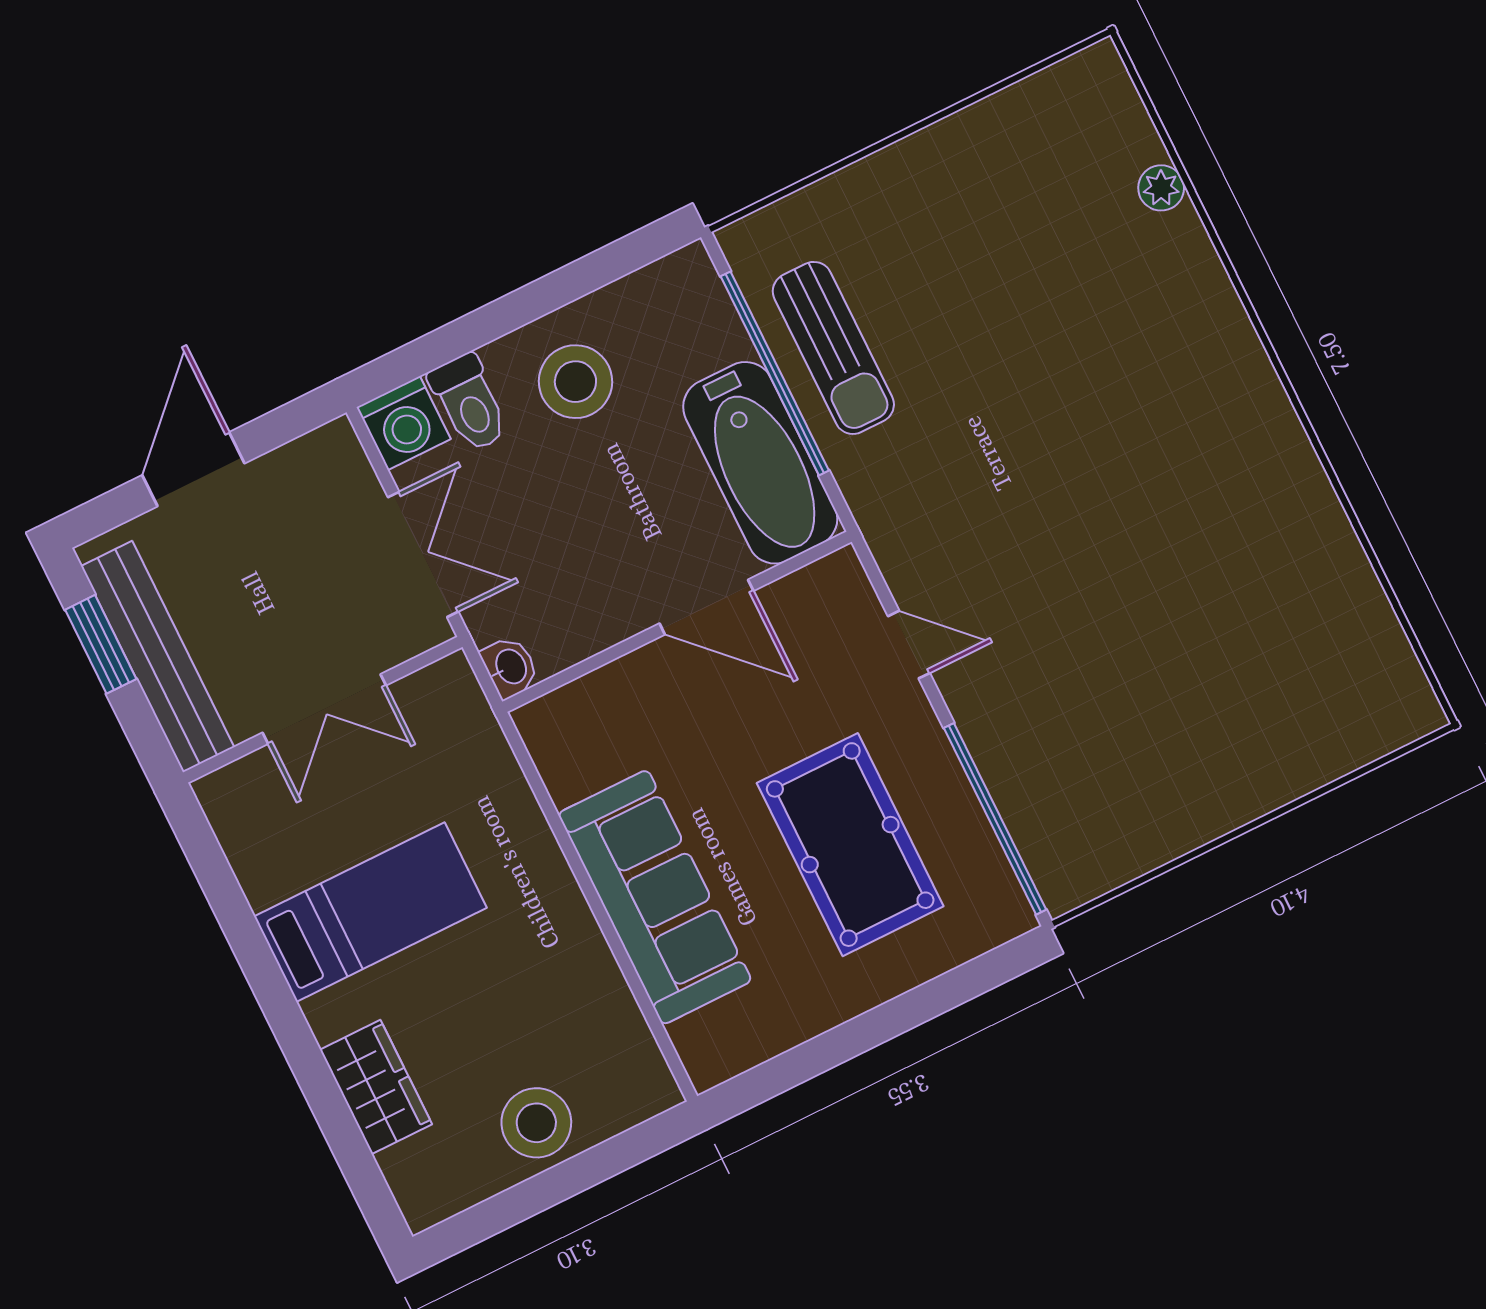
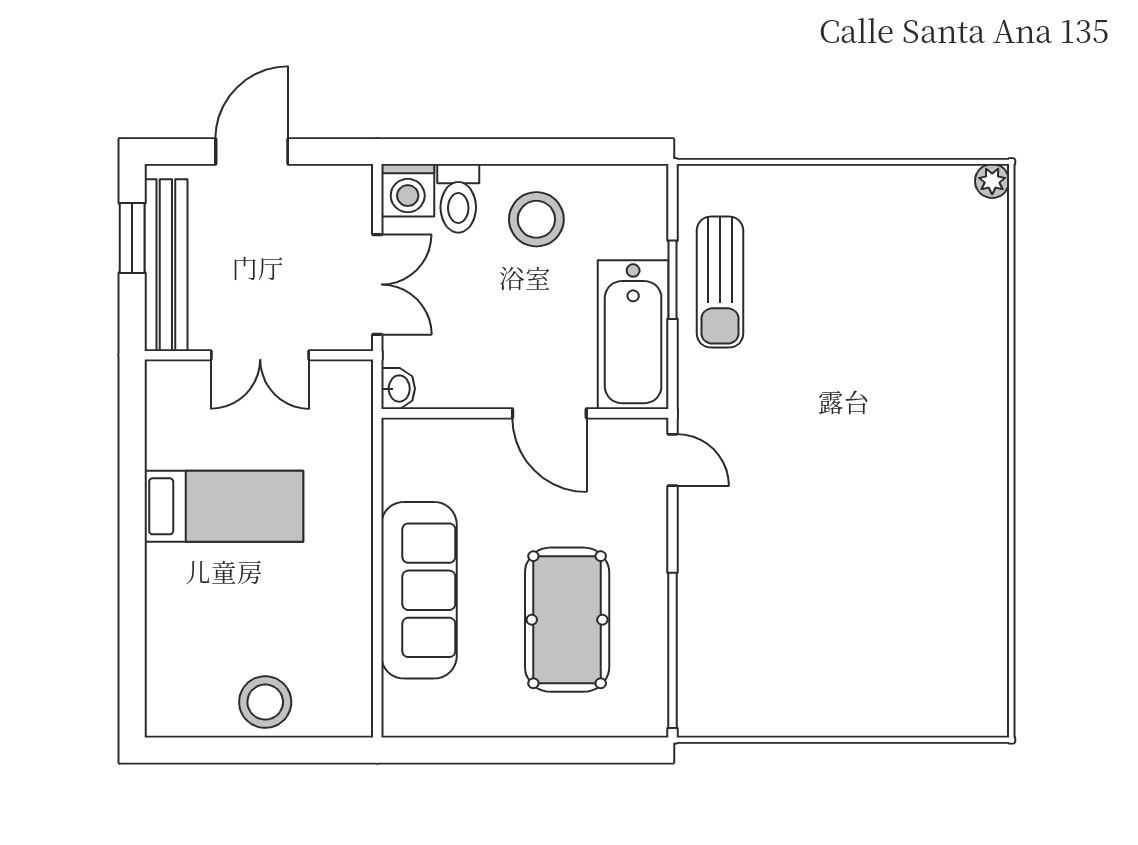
plant: (1161, 188) -> (992, 181), moved
window: (775, 373) -> (672, 280), width x0.47
door: (909, 645) -> (672, 460), moved
wardrobe: (376, 1087) -> (170, 625), removed

